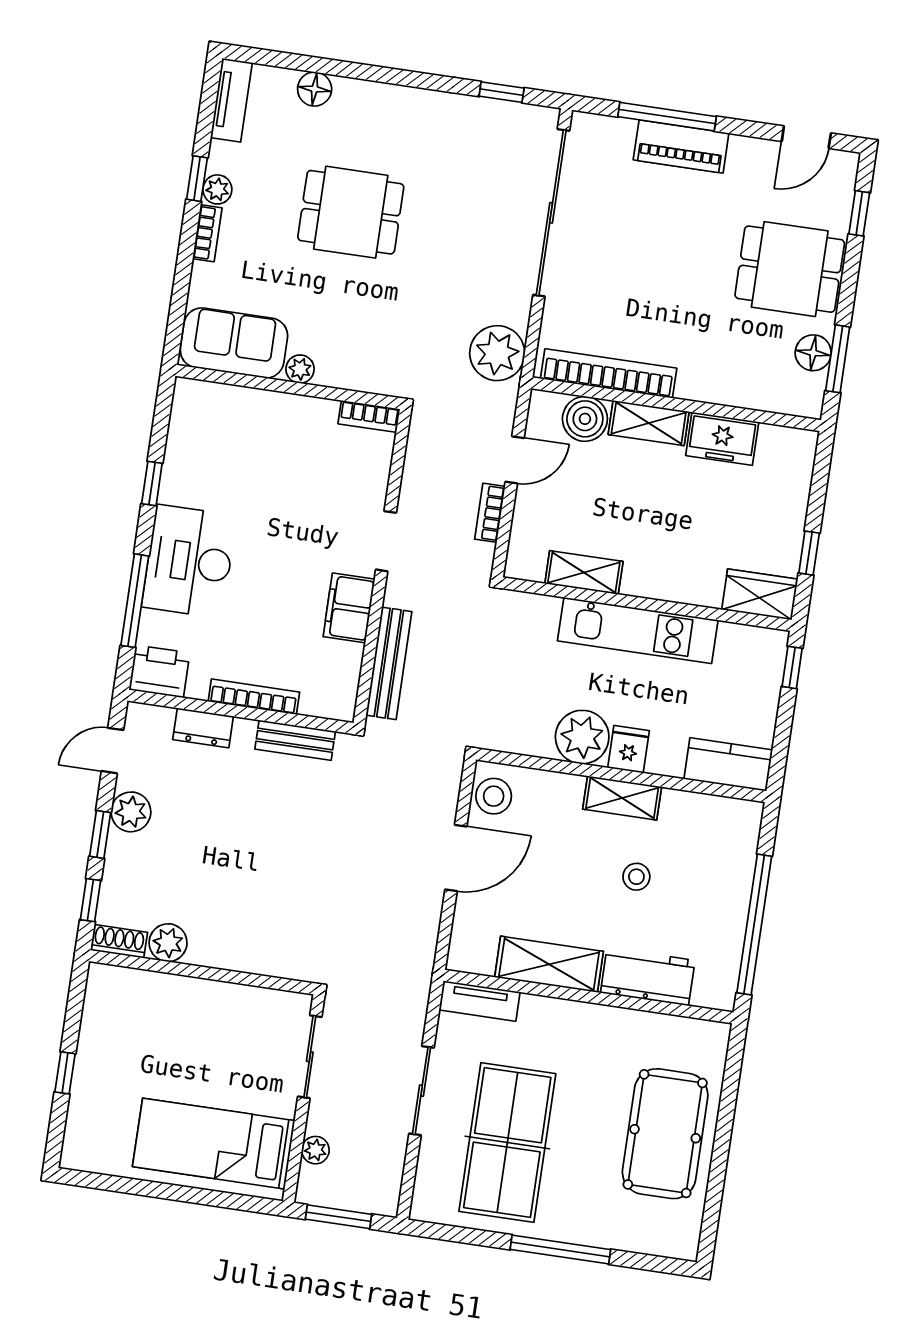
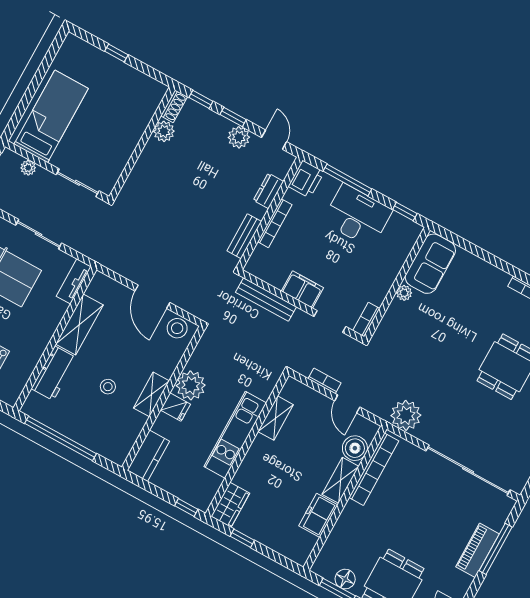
sofa: (234, 343) -> (430, 264), moved
plant: (300, 369) -> (404, 293), moved
wall: (288, 387) -> (397, 283), moved
bookcase: (369, 416) -> (366, 320), moved

